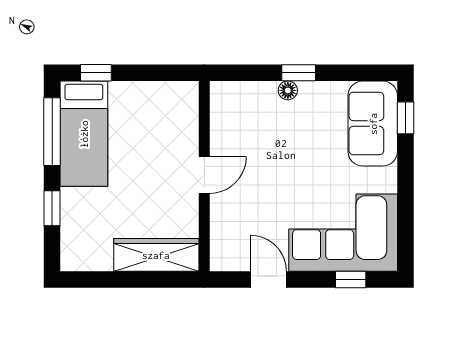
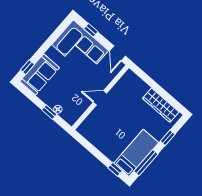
door: (204, 175) -> (100, 98), moved
wall: (204, 176) -> (100, 97), moved
wardrobe: (156, 255) -> (161, 105), moved

